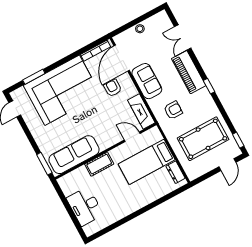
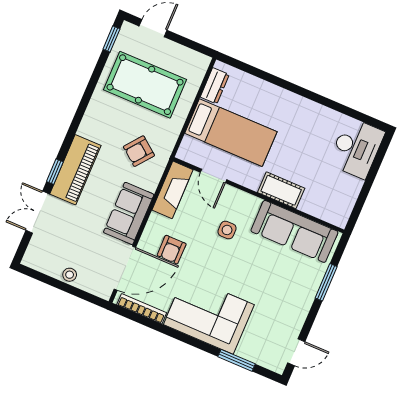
double door: (183, 37) -> (38, 212), swing flipped
window: (209, 86) -> (55, 172), moved
corner sofa: (62, 90) -> (209, 315), width x0.73, depth x0.74
armchair: (173, 110) -> (139, 151), turned -52
side table: (101, 122) -> (227, 230), added
window: (44, 164) -> (326, 282), moved
desk: (85, 206) -> (356, 148), moved

